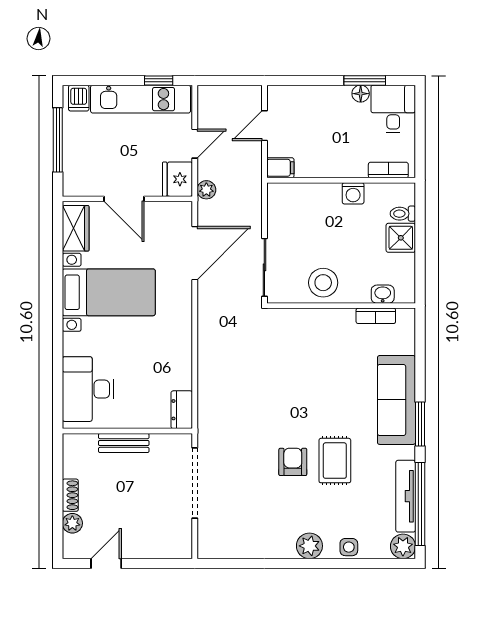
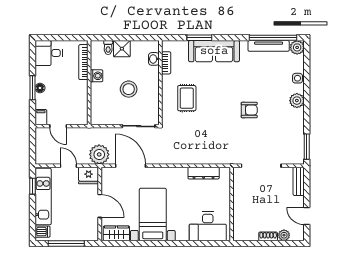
window: (365, 80) -> (32, 88), moved
floor lamp: (361, 94) -> (40, 88), moved
filing cabinet: (280, 168) -> (41, 117), moved
bookcase: (388, 170) -> (83, 62), width x1.56
plant: (206, 190) -> (99, 154), width x1.87, depth x1.87
door: (124, 199) -> (100, 206), hinge flipped
stool: (323, 283) -> (129, 89), moved
dresser: (182, 410) -> (204, 173), moved, width x1.44
window: (420, 424) -> (199, 38), moved
bench: (124, 443) -> (299, 181), moved
rug: (335, 461) -> (187, 98), moved, turned 90
armchair: (293, 462) -> (249, 110), turned 180
window: (228, 563) -> (307, 147), added

